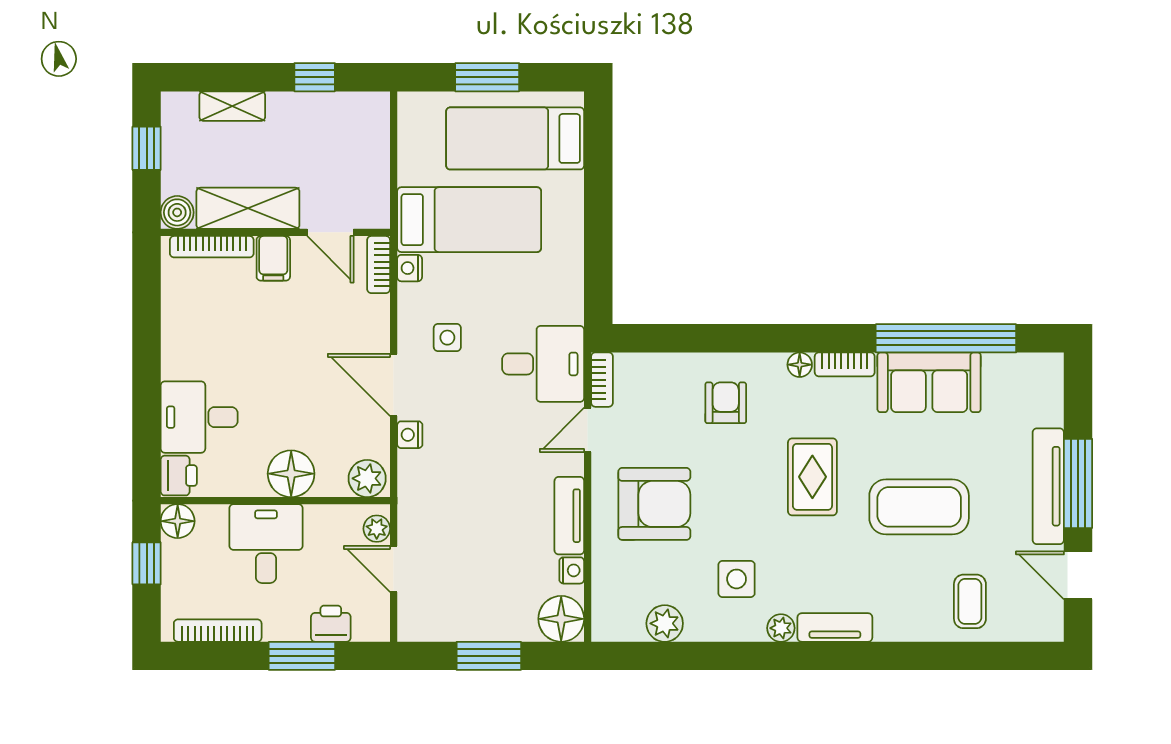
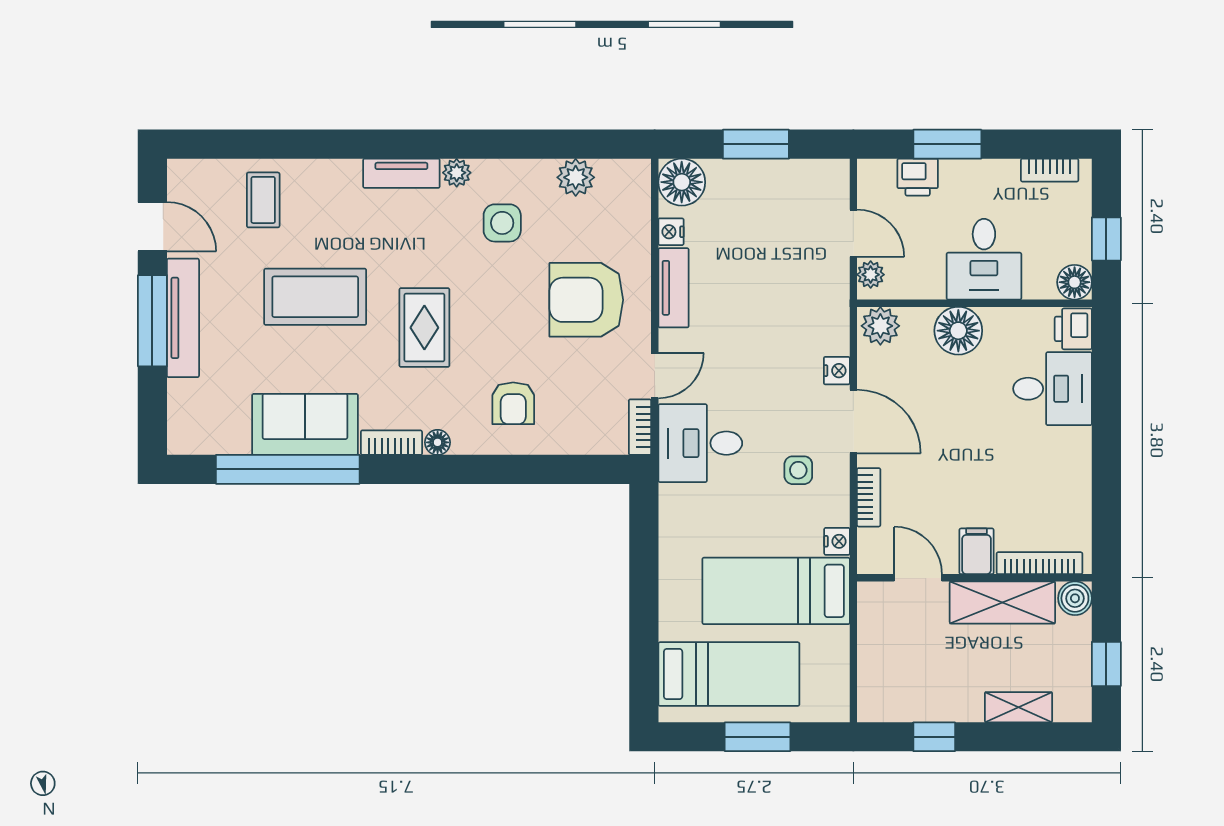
bookcase: (379, 265) -> (869, 497), moved
bookcase: (218, 631) -> (1050, 170), width x0.64

